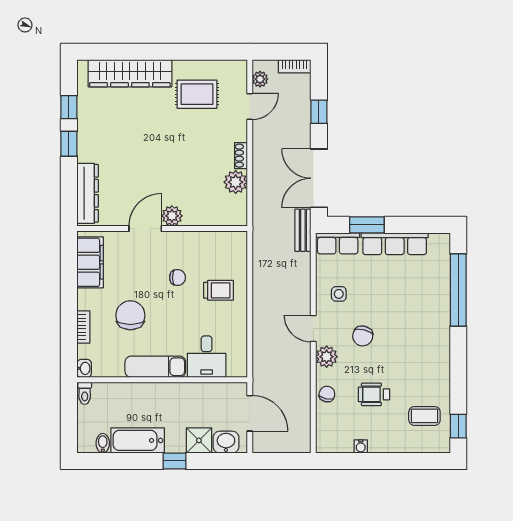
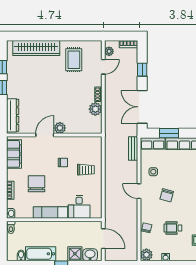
rug: (197, 94) -> (74, 60), turned 90
bench: (303, 230) -> (133, 149), moved
plant: (327, 357) -> (146, 255), moved

